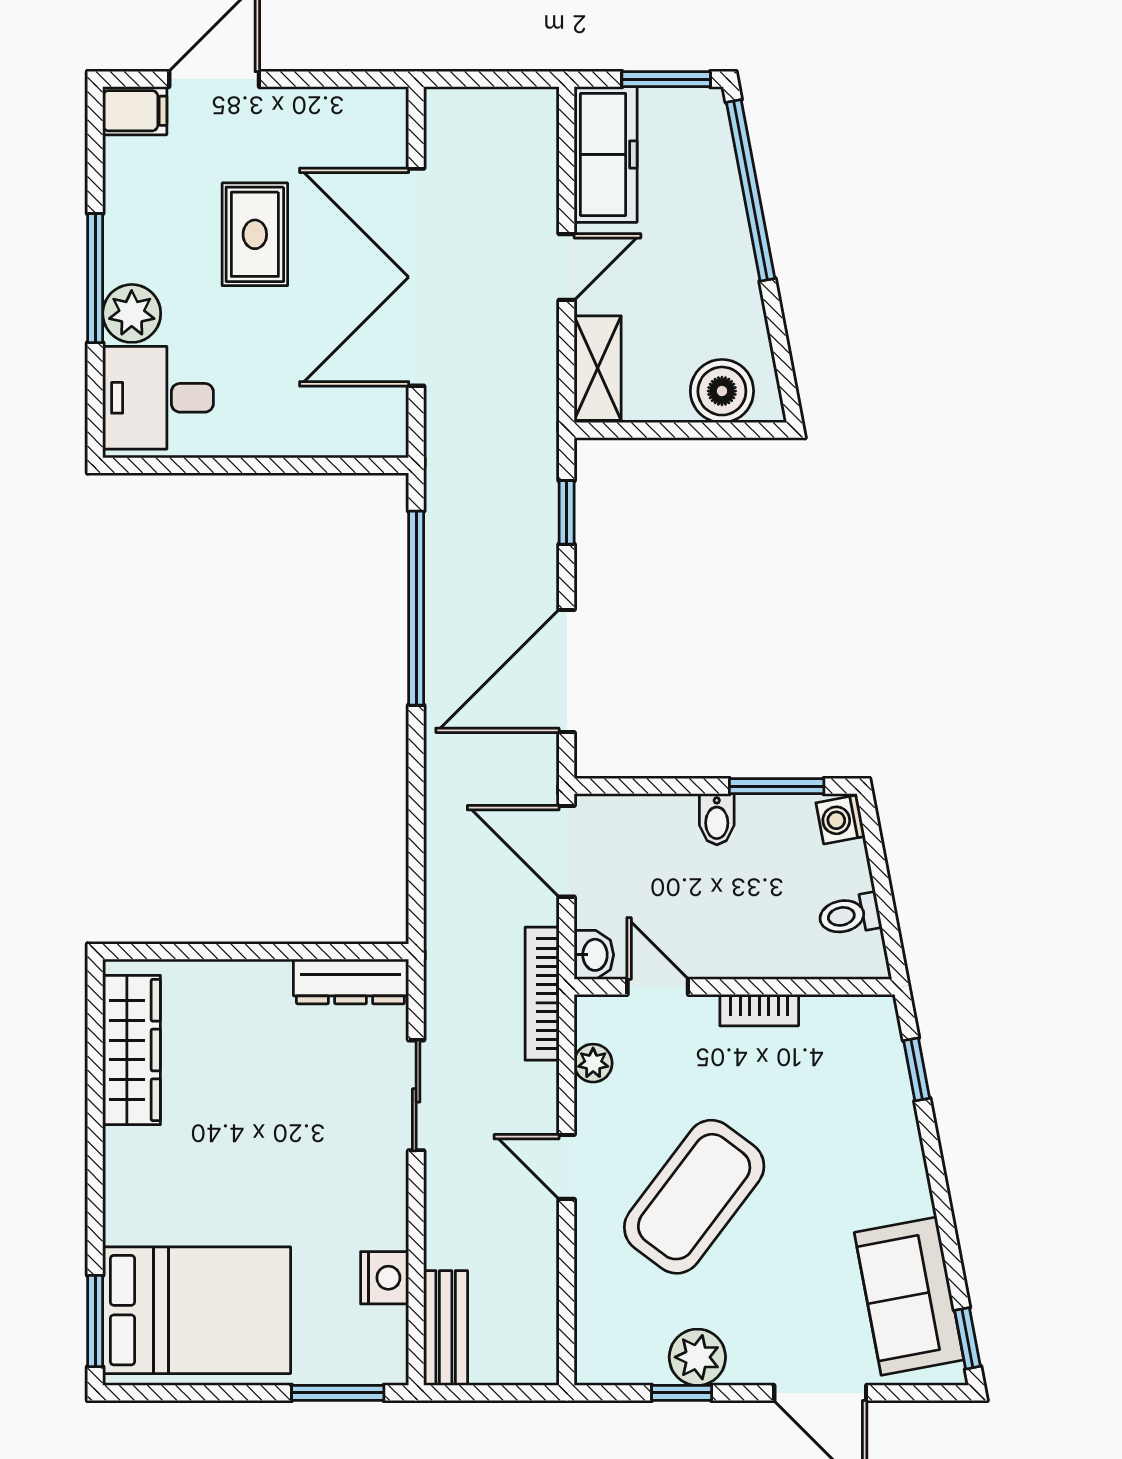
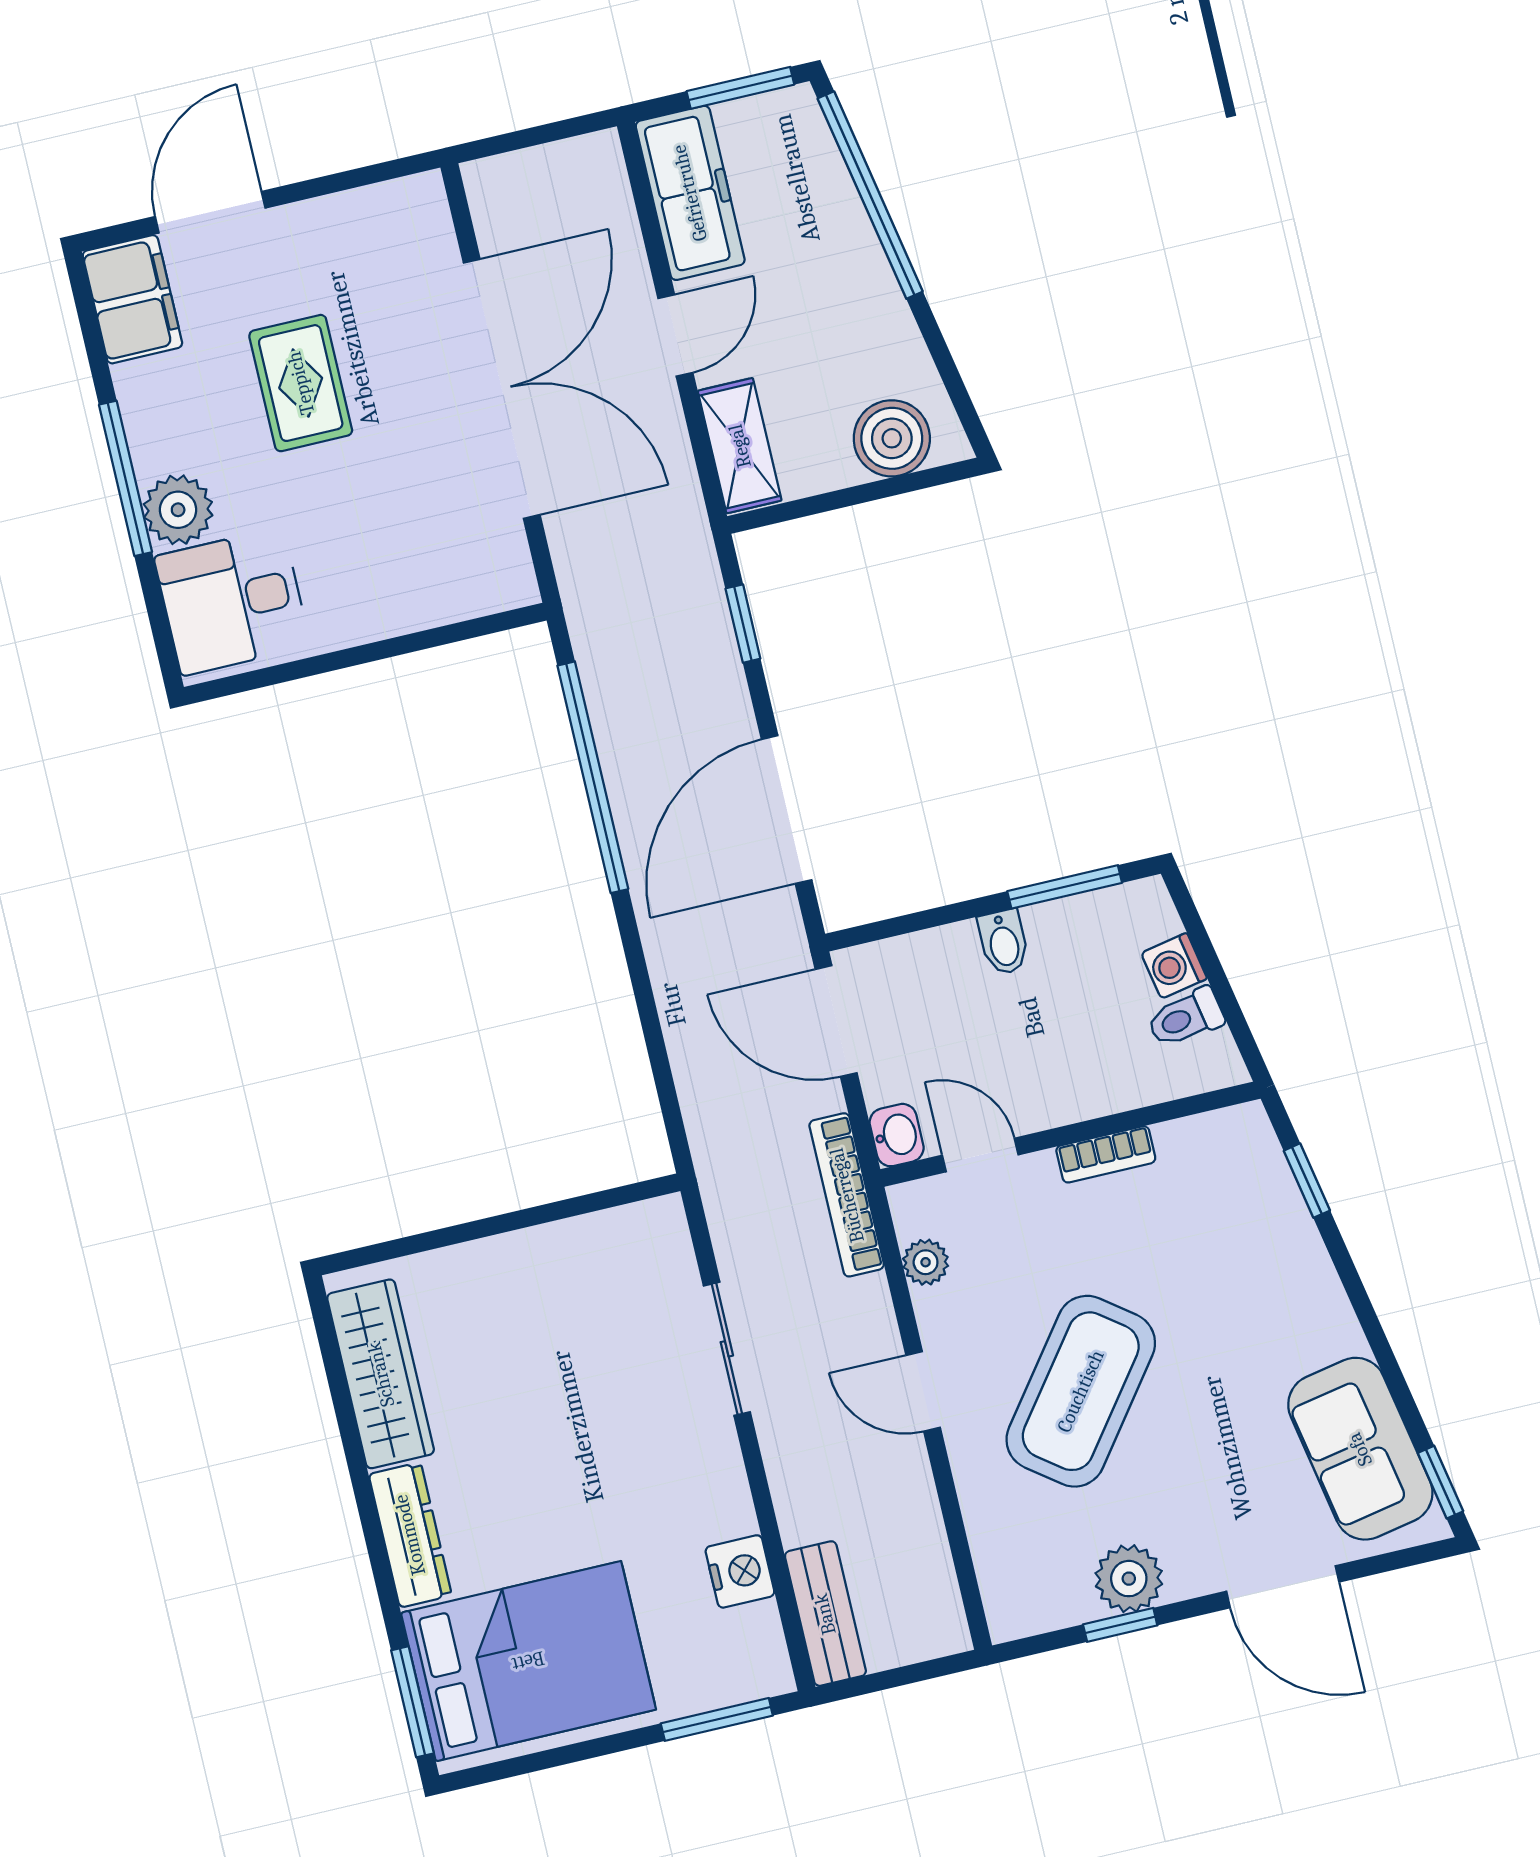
filing cabinet: (135, 111) -> (132, 299), width x2.00
double door: (416, 277) -> (502, 389), swing flipped
washing machine: (840, 820) -> (1174, 966), moved
dresser: (350, 982) -> (410, 1535), moved, turned -90

